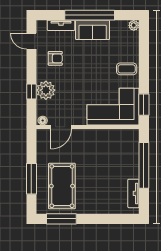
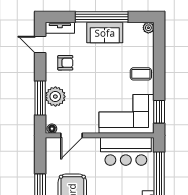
tv unit: (61, 25) -> (60, 28), moved
window: (31, 92) -> (40, 98), width x2.17
bar counter: (112, 142) -> (126, 151), added

